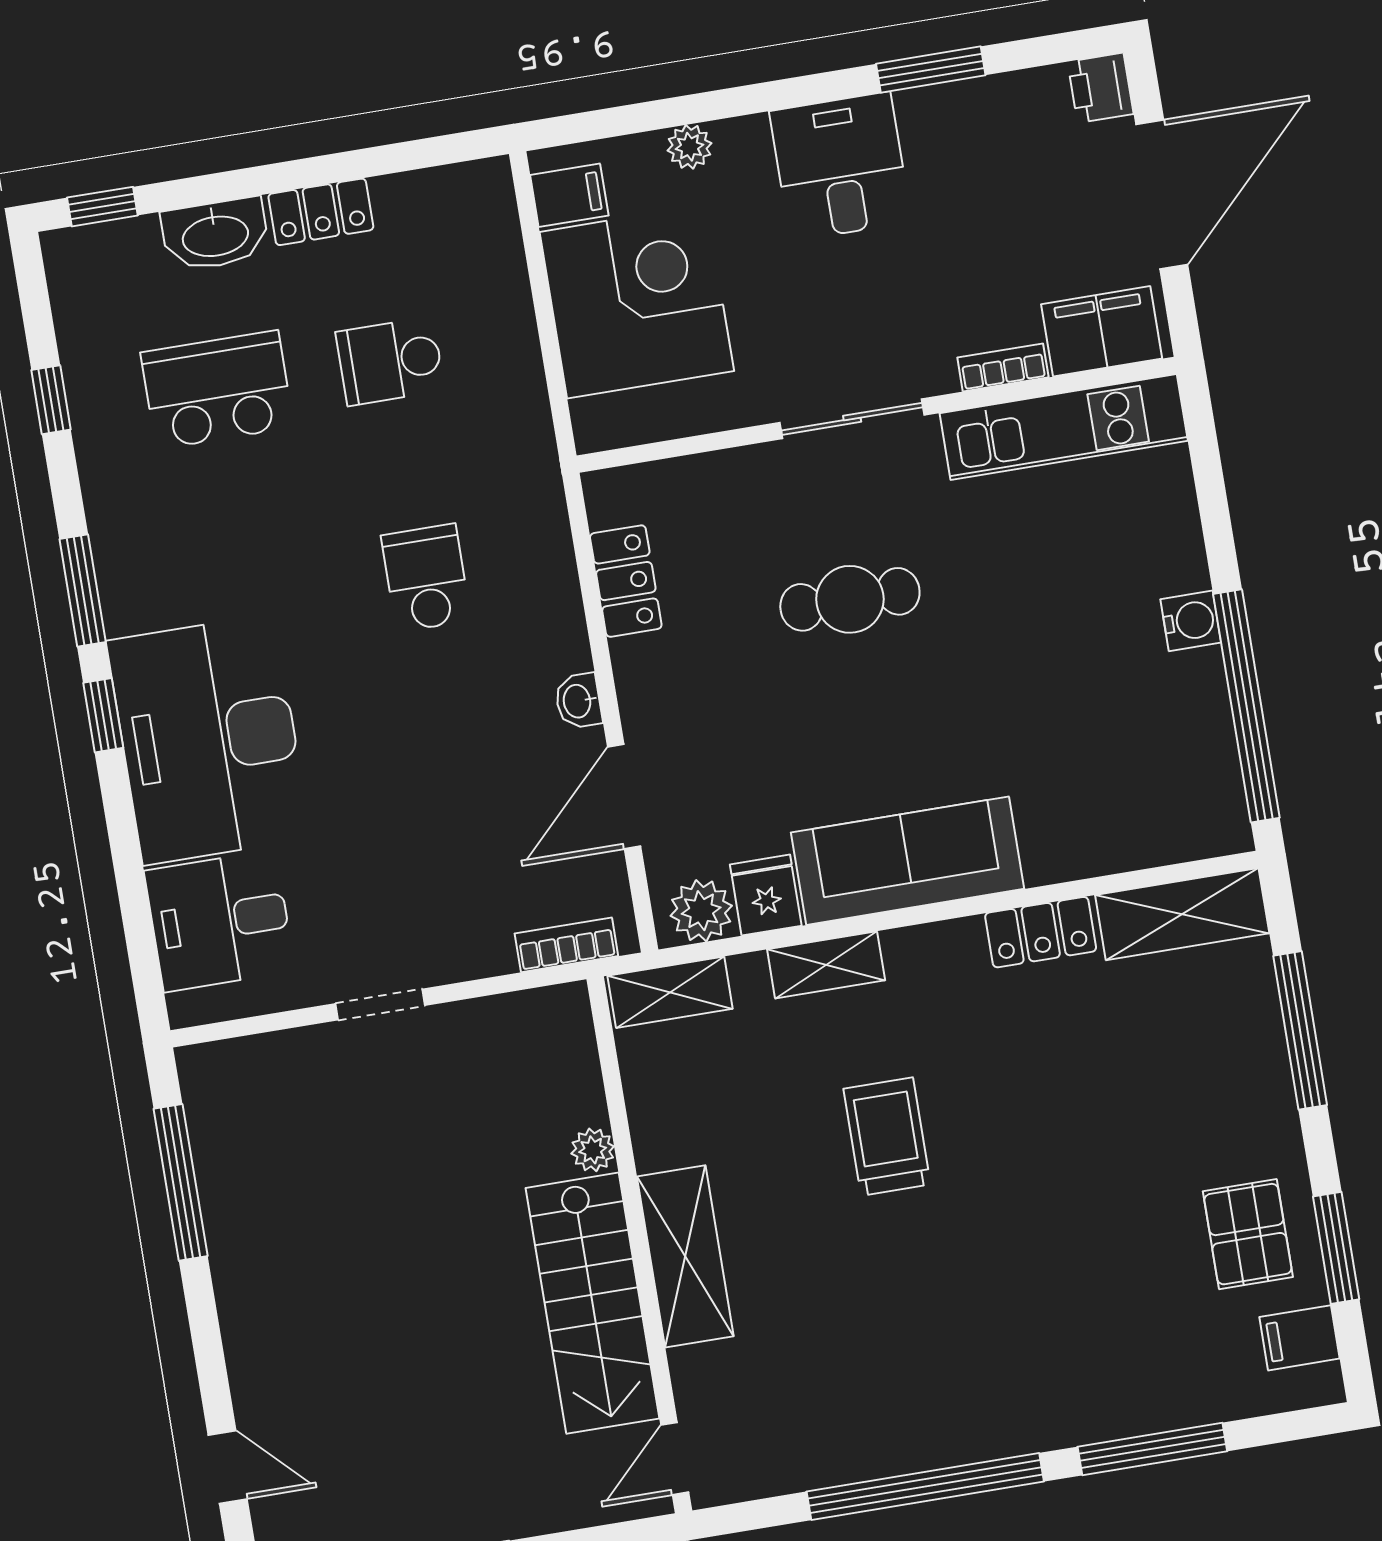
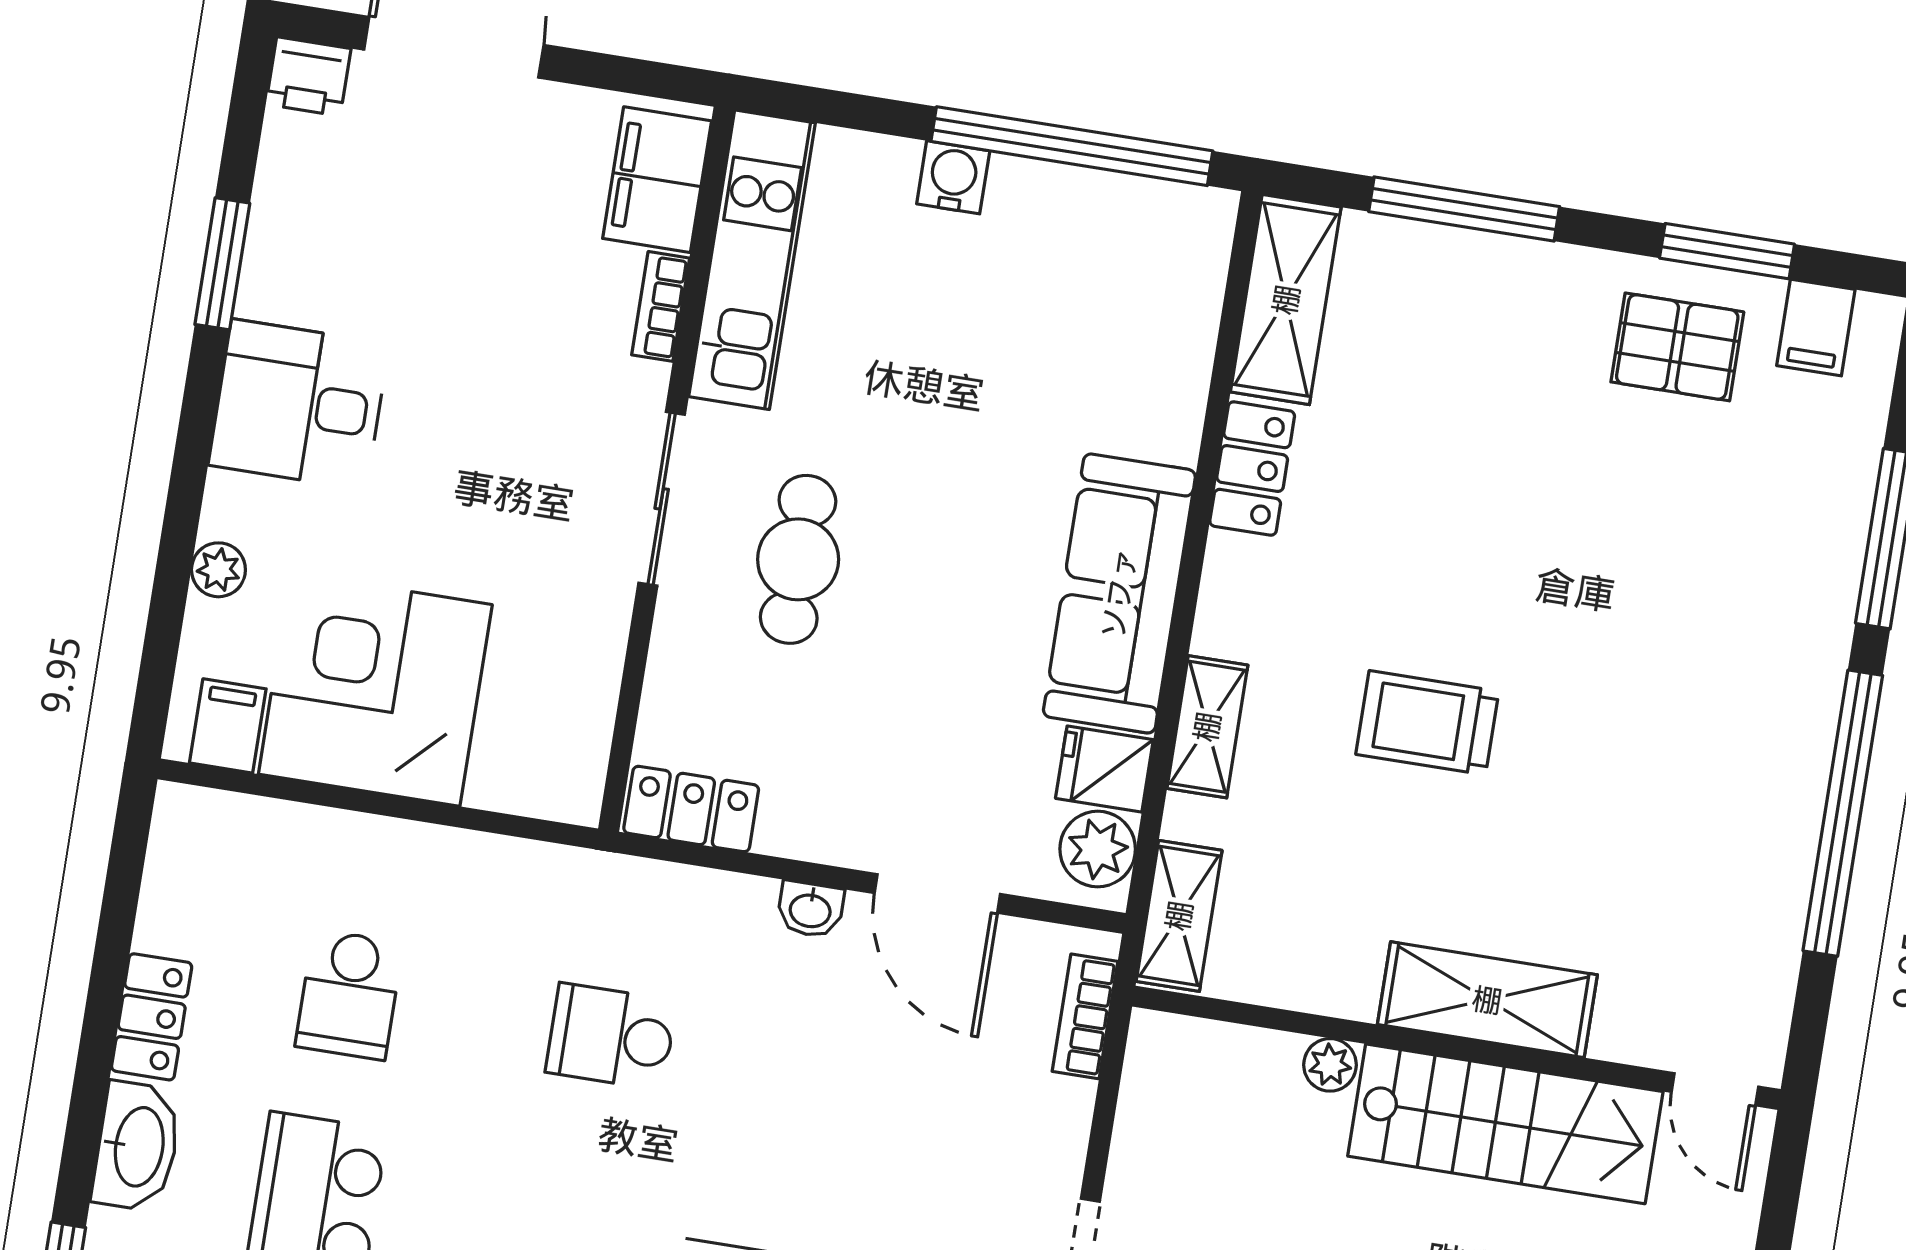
filing cabinet: (1102, 331) -> (657, 180), moved
bookcase: (1003, 367) -> (661, 306), moved
wall: (877, 415) -> (666, 469), moved
sliding door: (852, 419) -> (662, 499), moved
kitchen unit: (1064, 427) -> (752, 260), moved

